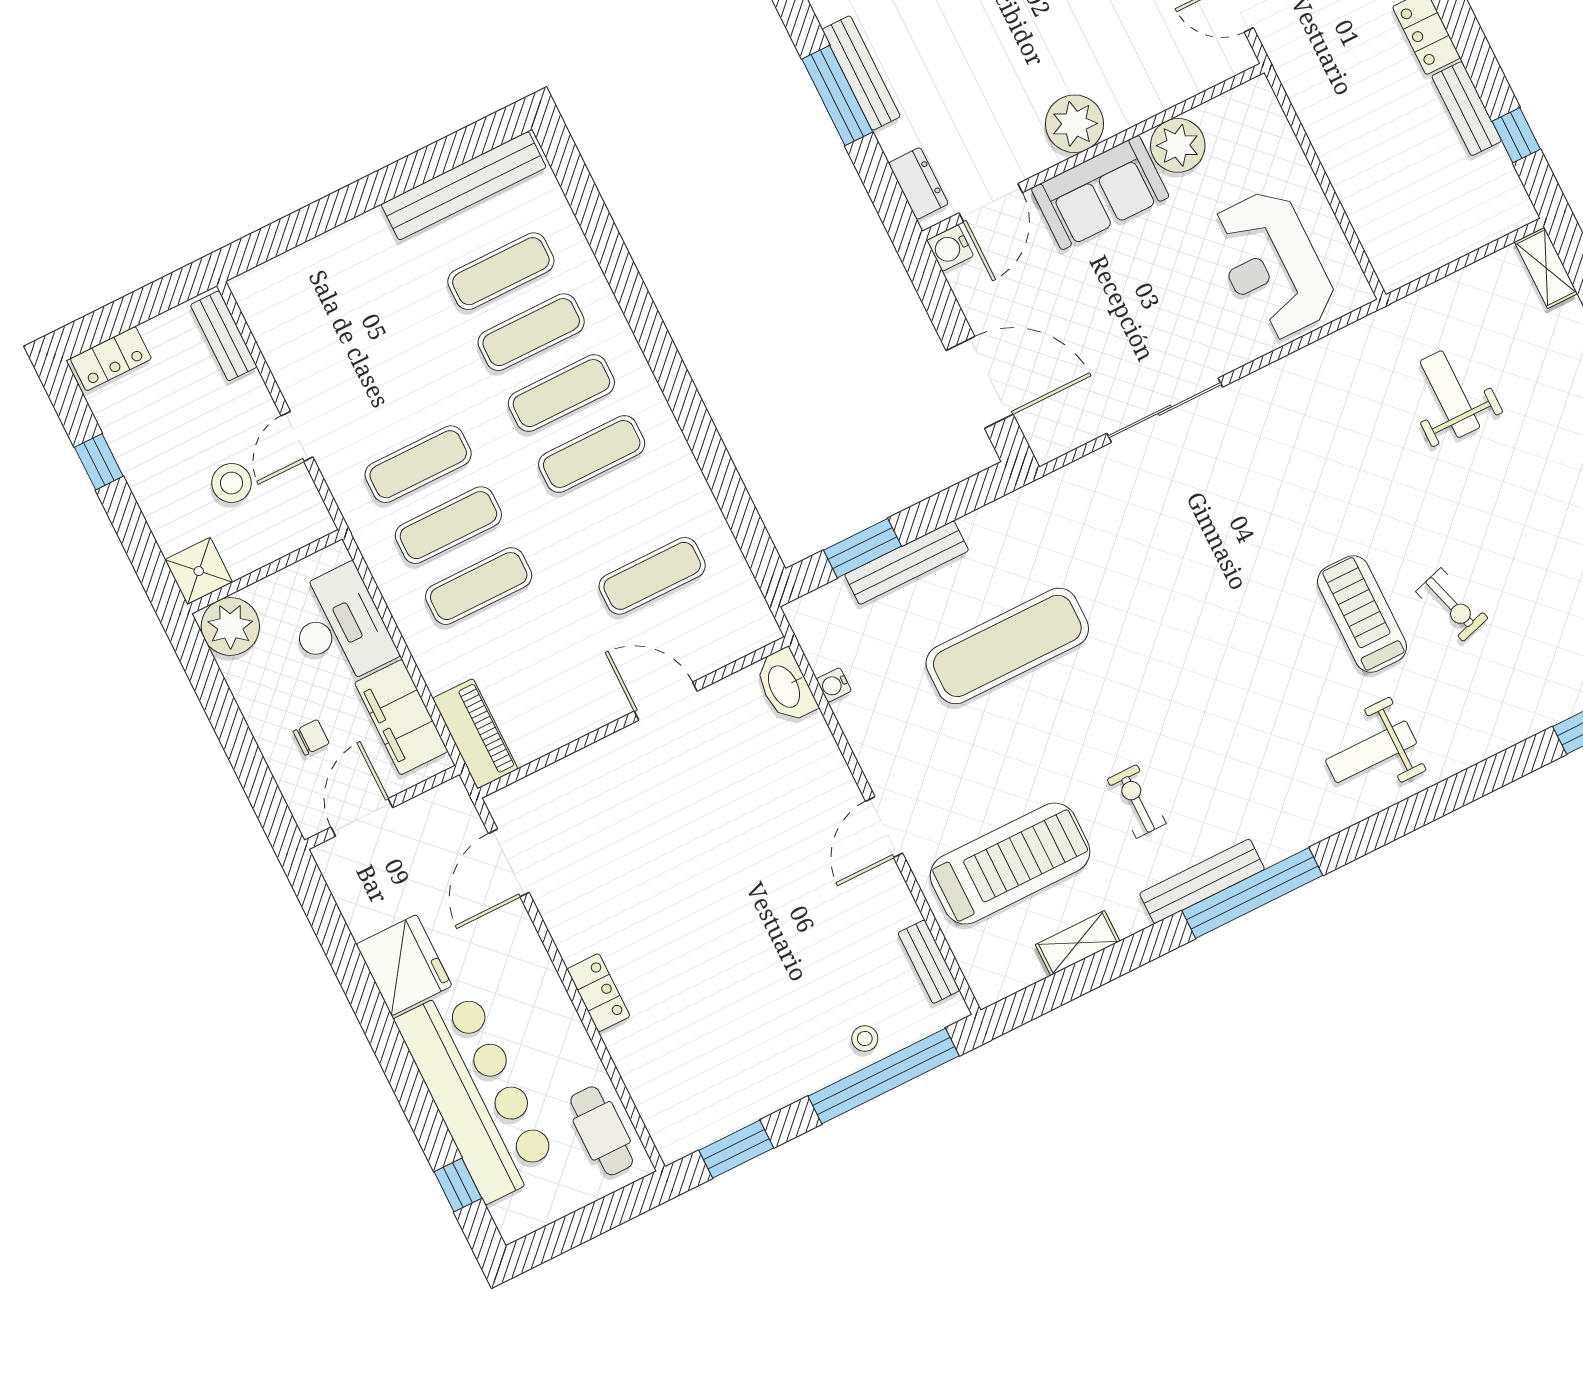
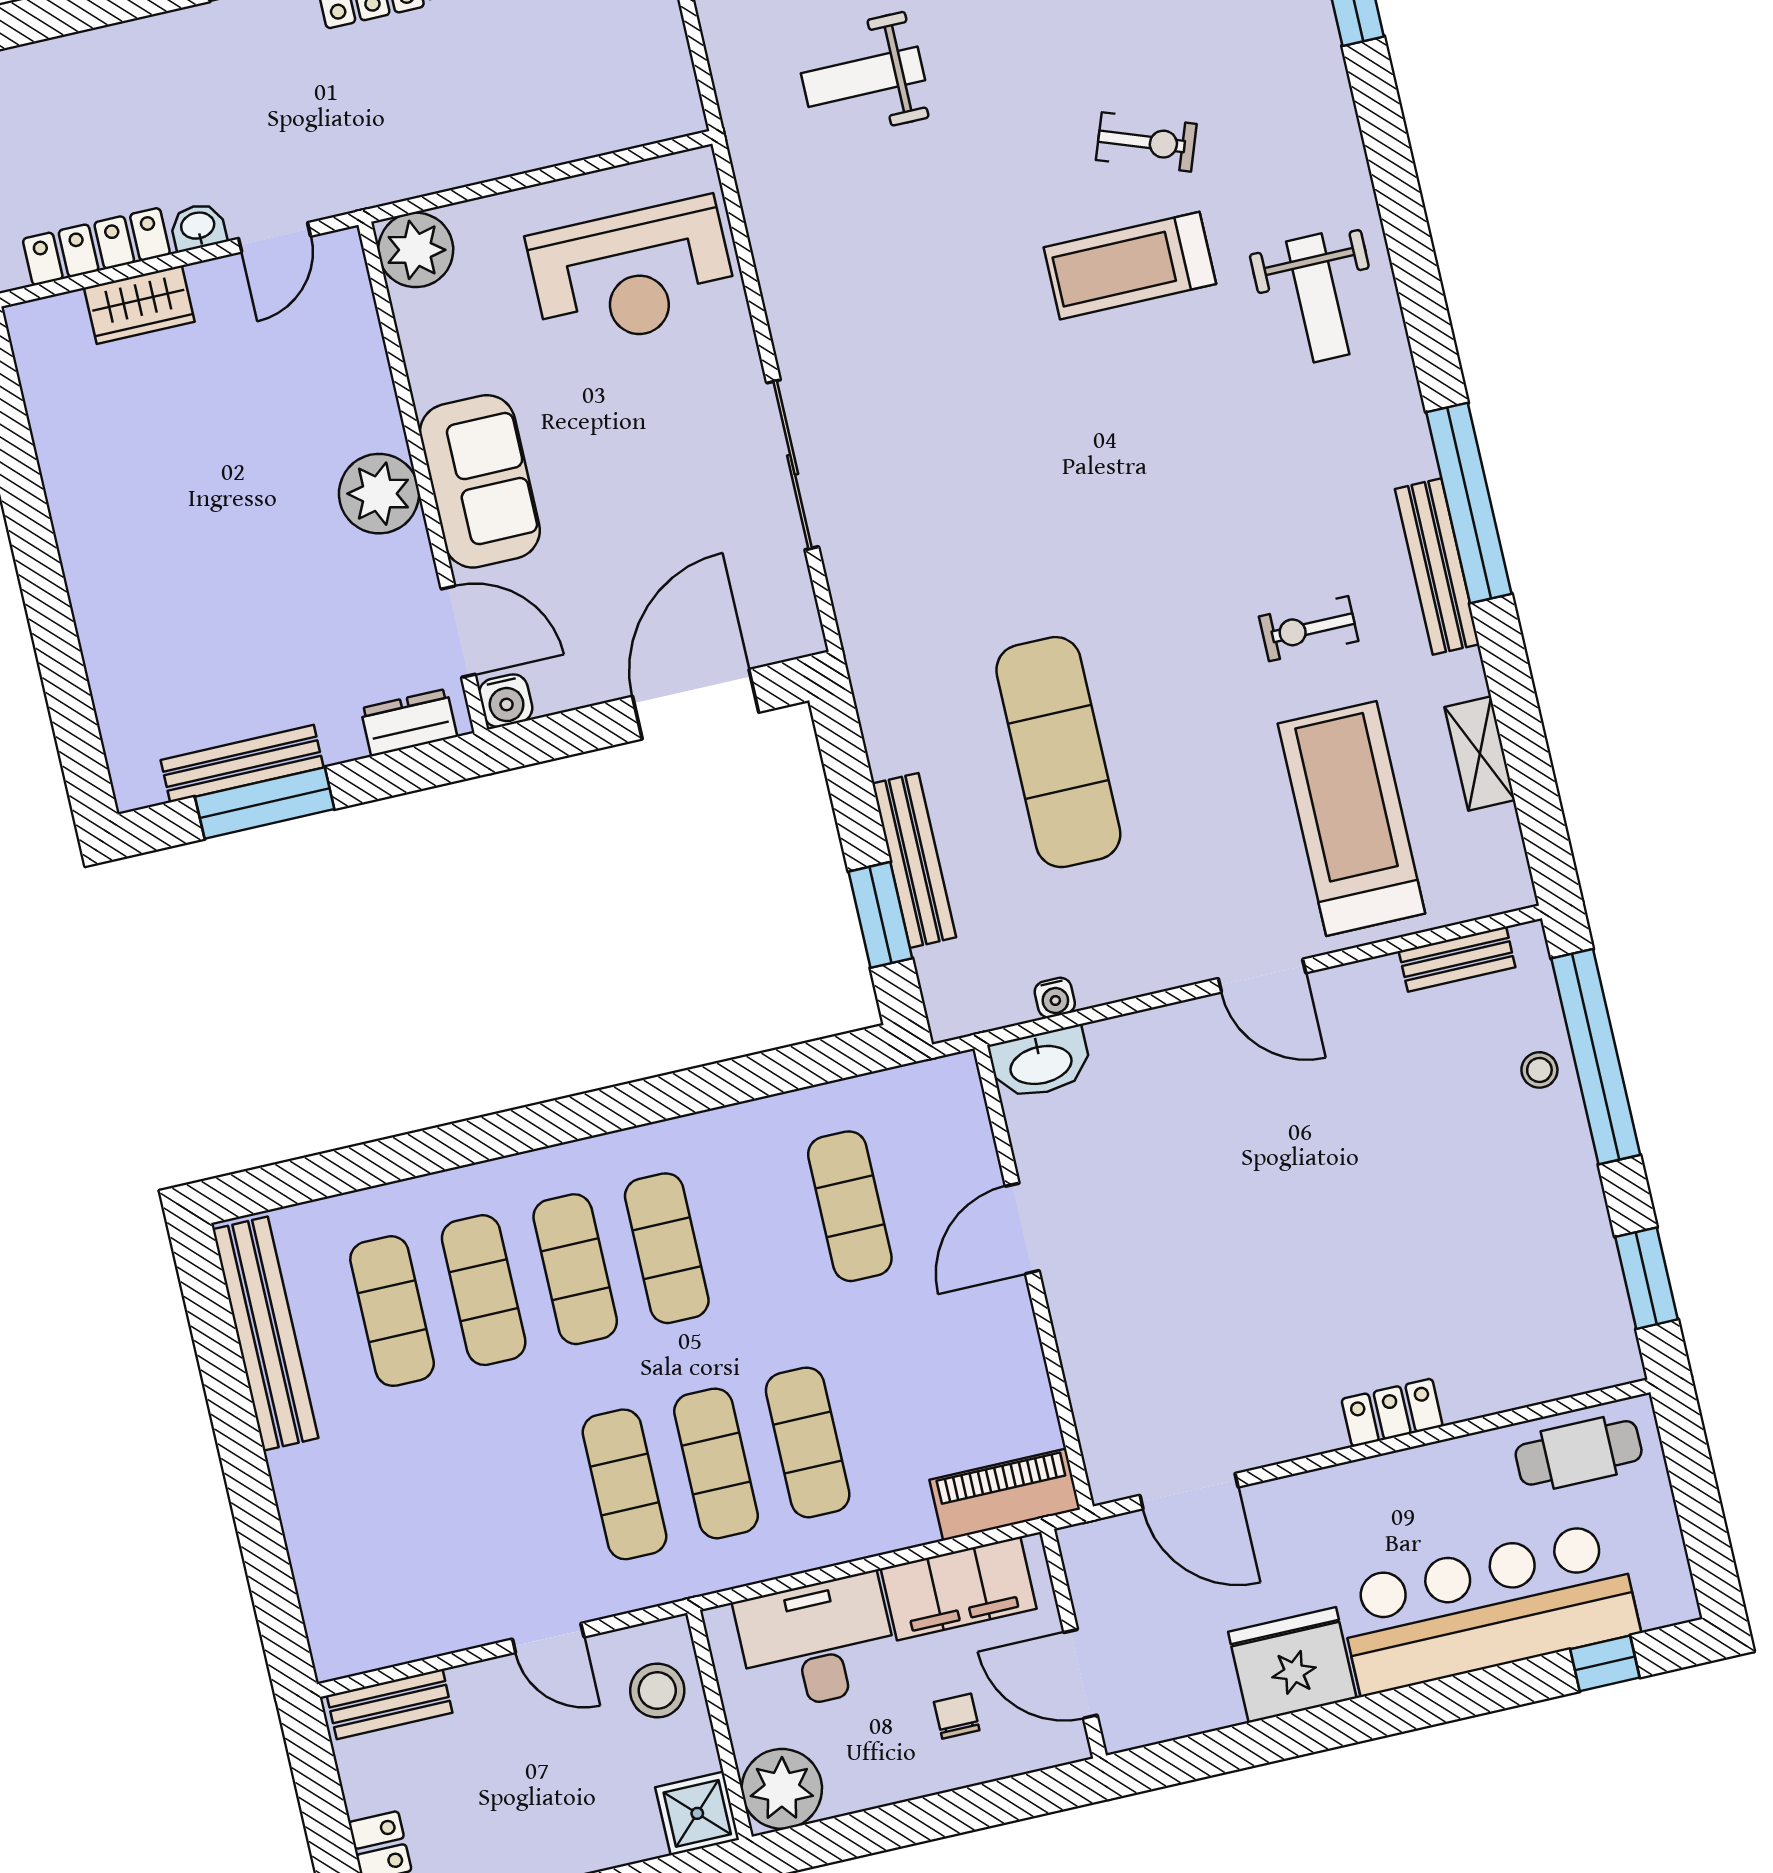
plant: (1178, 145) -> (416, 250), moved
stool: (232, 483) -> (657, 1690), moved
exercise bike: (1452, 605) -> (1146, 142), turned 37

